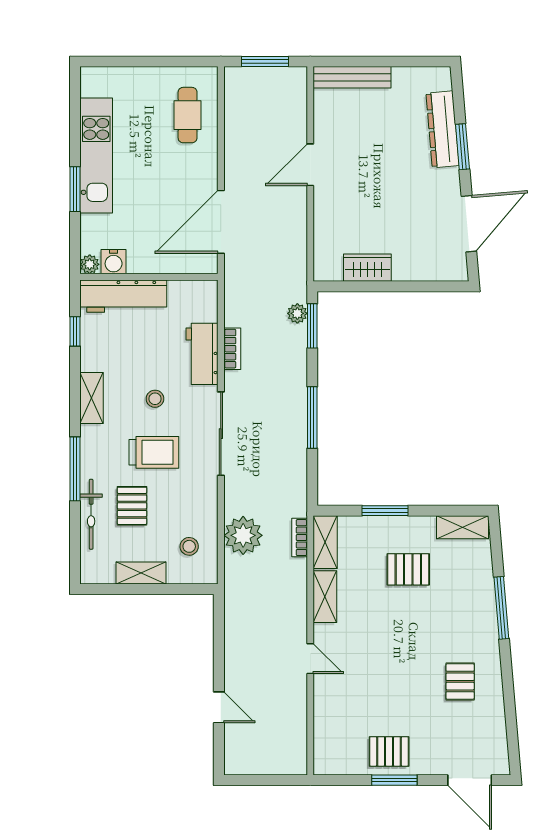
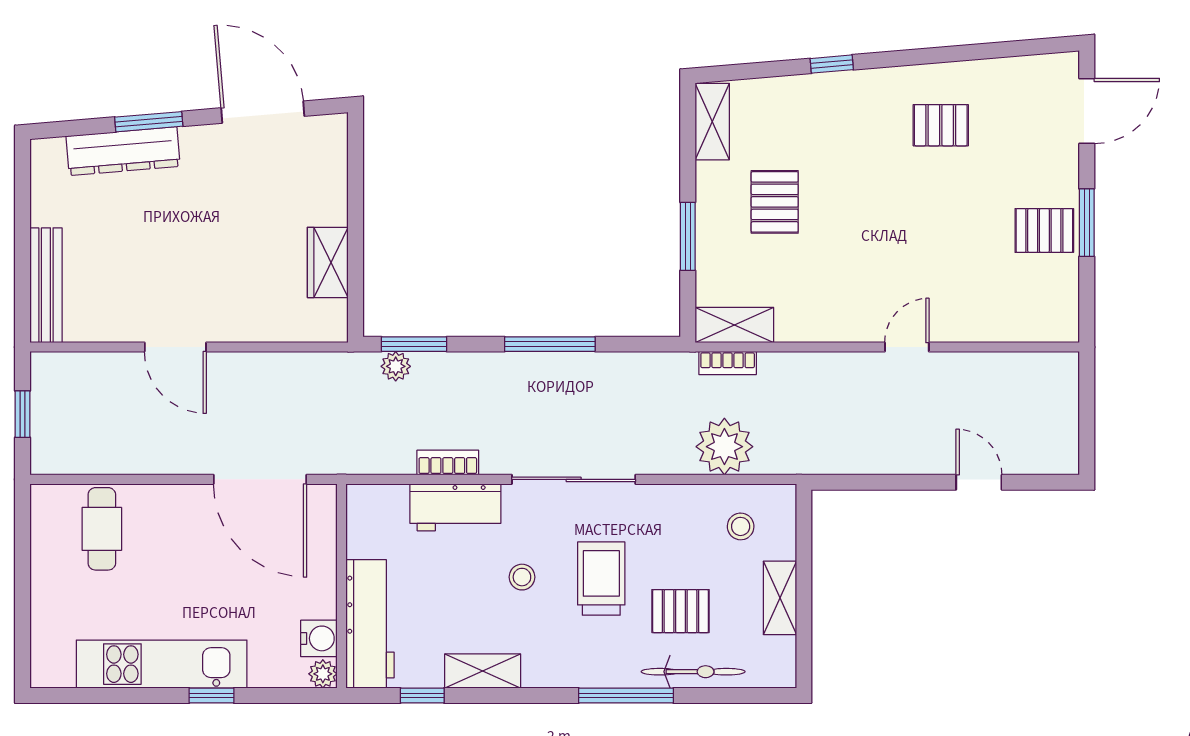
window: (265, 61) -> (23, 414), width x0.67
cafe table: (188, 115) -> (102, 529), turned 90
window: (75, 189) -> (211, 695), width x0.67
shelving: (92, 398) -> (483, 671), moved
shelving: (325, 597) -> (815, 325), removed
window: (501, 608) -> (832, 64), width x0.46
door: (219, 707) -> (979, 482), hinge flipped
pallet: (389, 751) -> (1044, 230), turned 90

